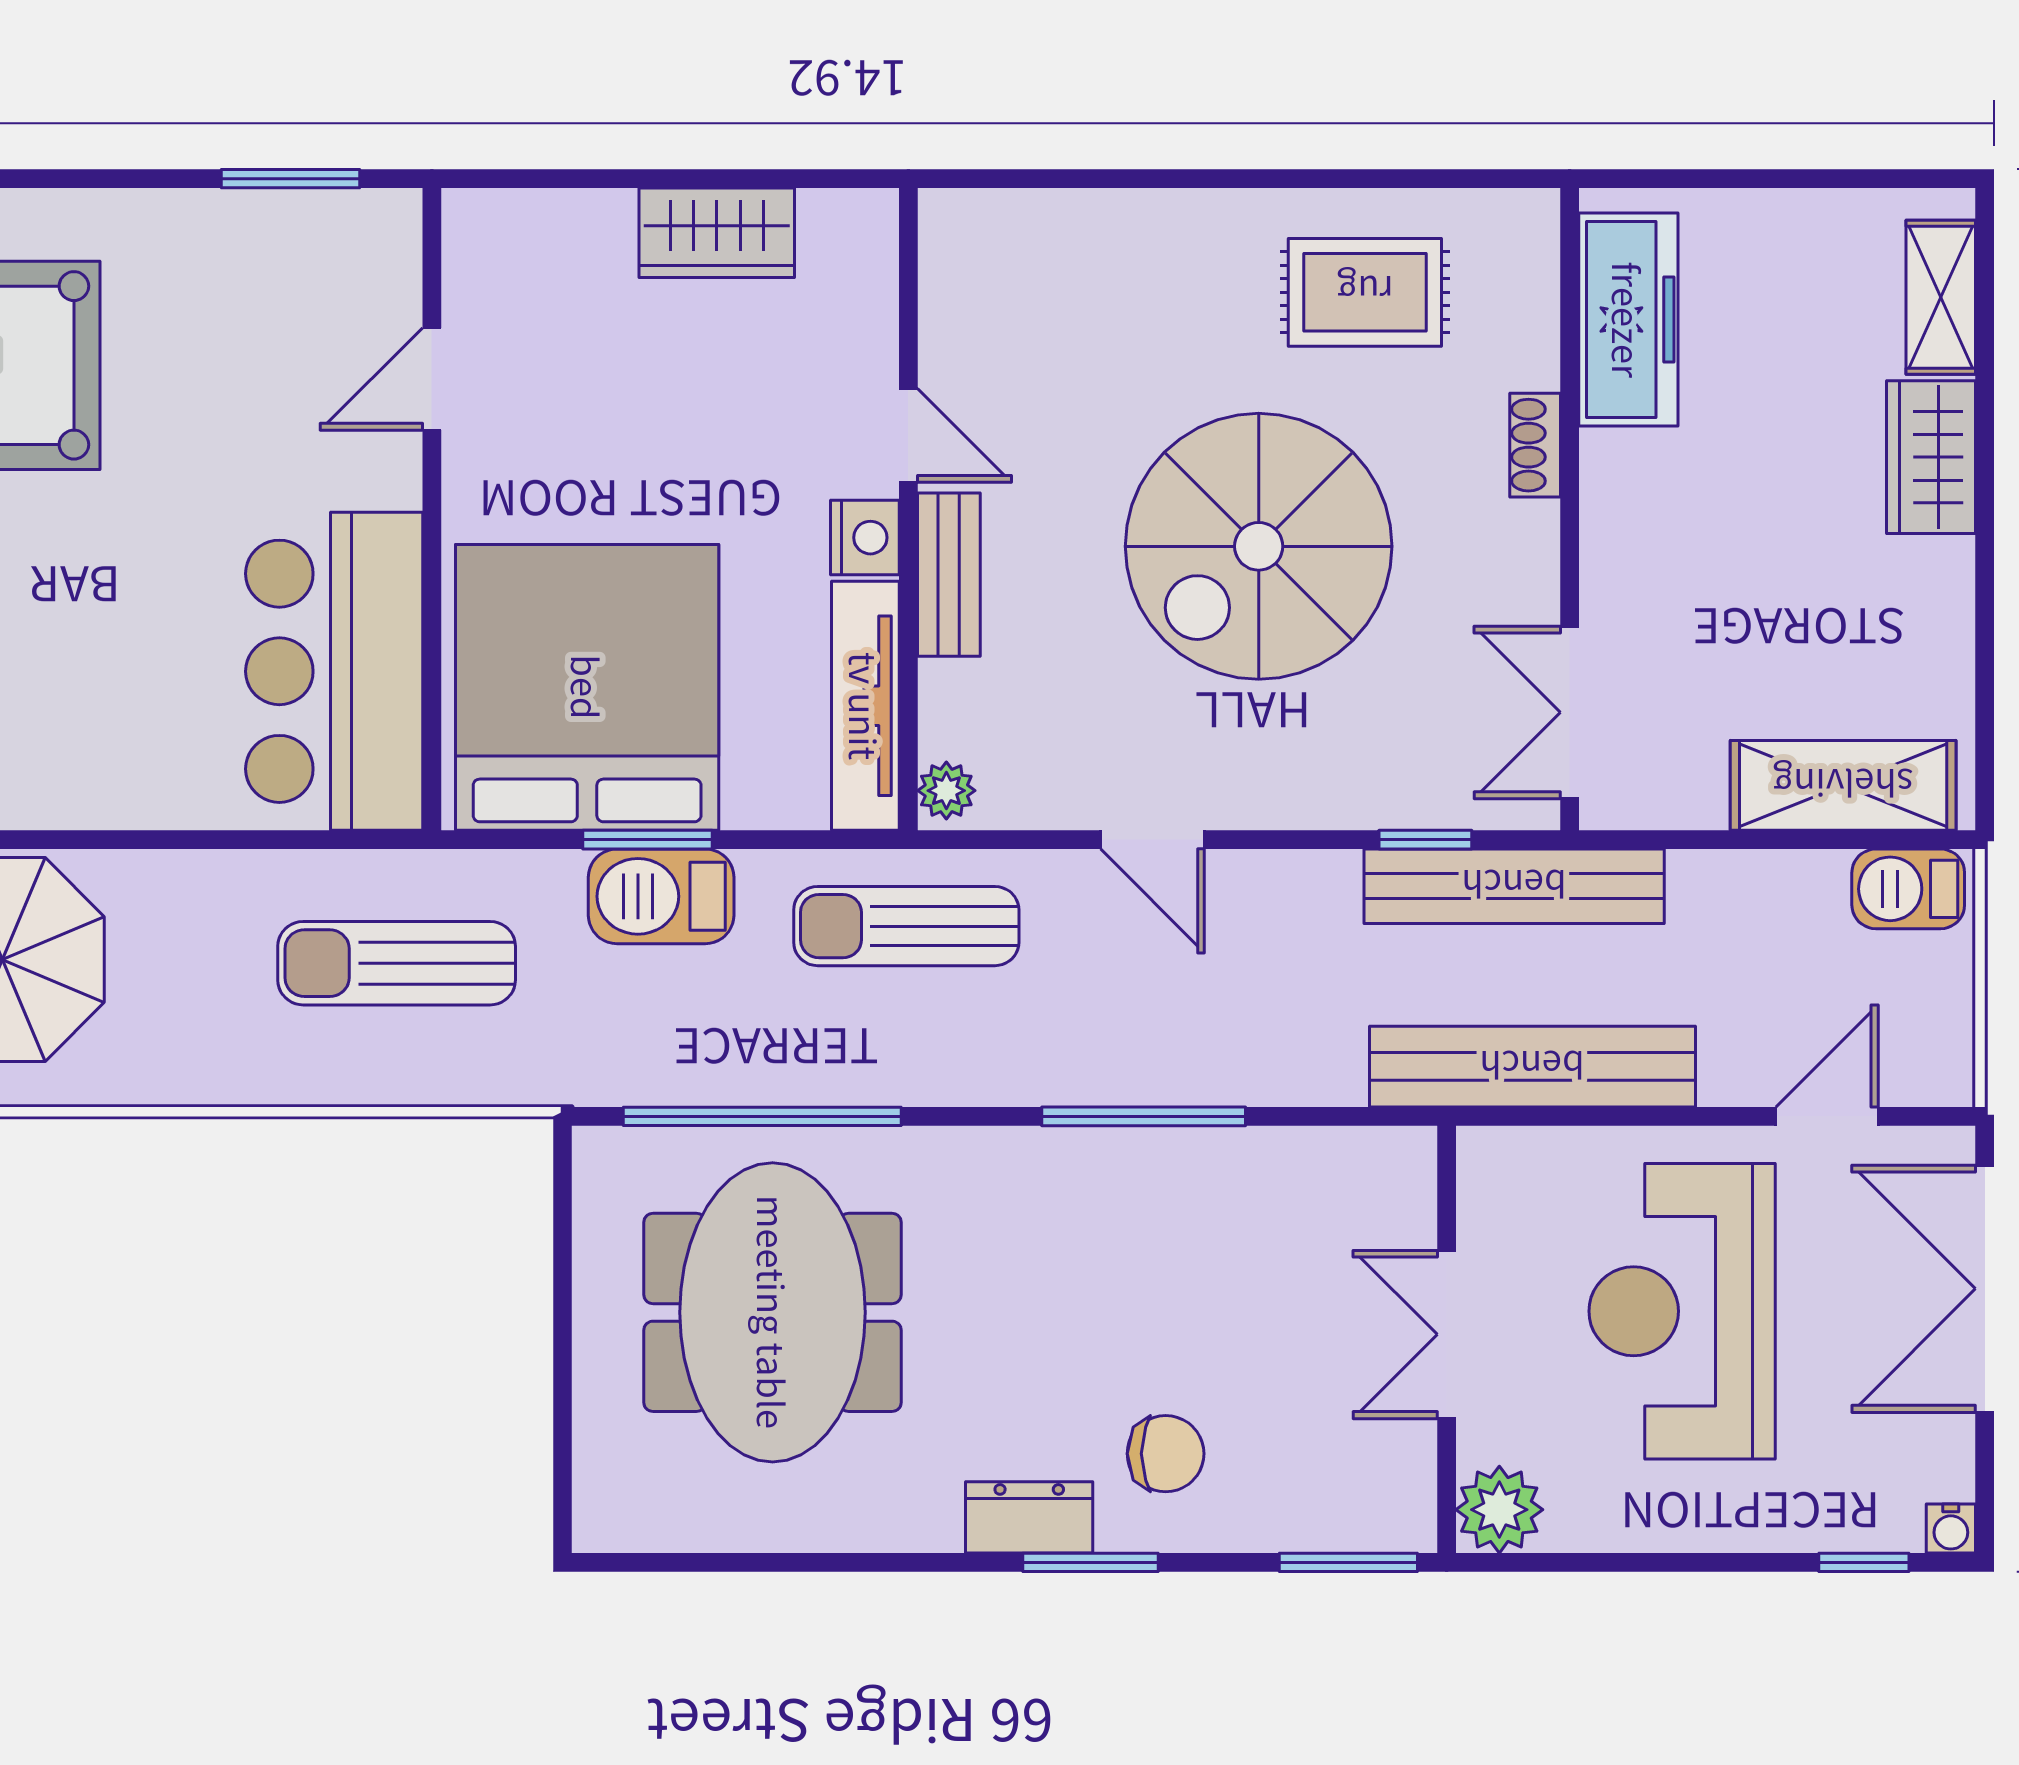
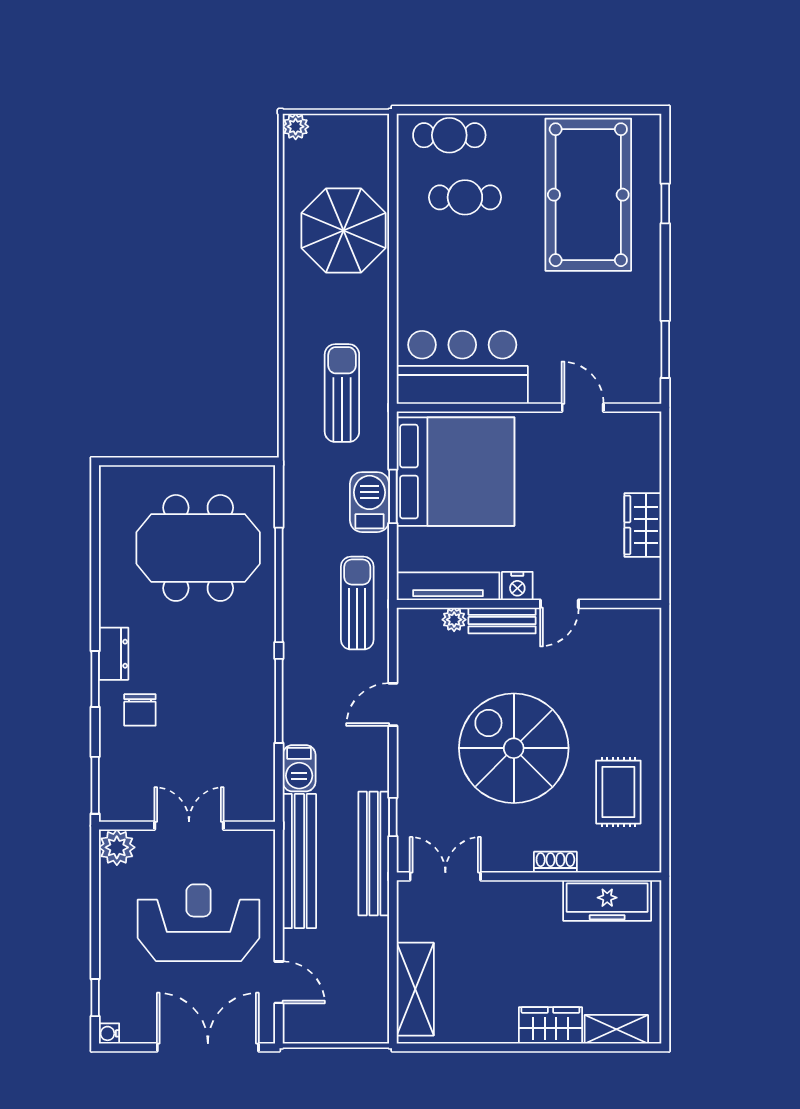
plant: (946, 791) -> (454, 620), moved
barbecue: (1908, 889) -> (299, 768), moved, turned 180
window: (762, 1116) -> (279, 585), moved

